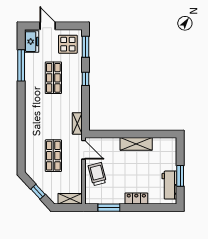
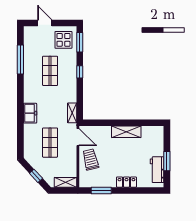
freezer: (32, 42) -> (30, 113), moved

